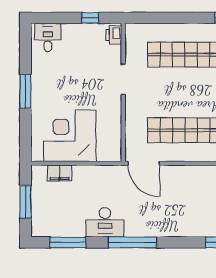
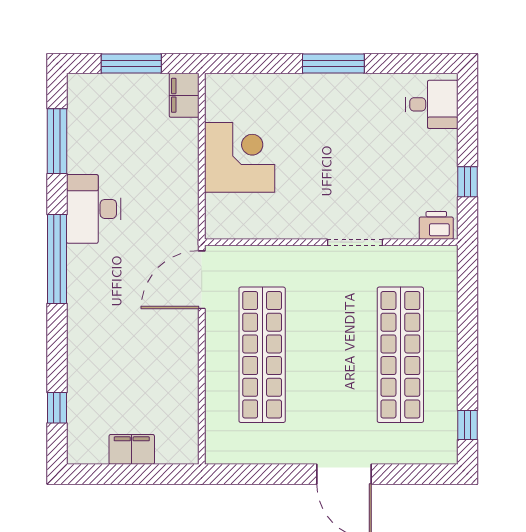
corner desk: (70, 136) -> (240, 157), width x0.74, depth x0.74
filing cabinet: (60, 173) -> (184, 95), moved

